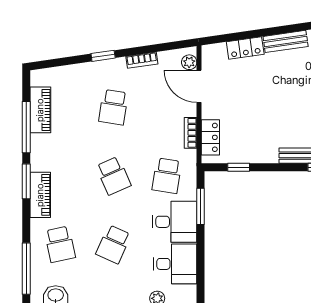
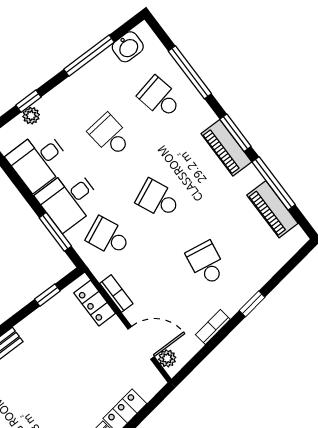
school desk: (167, 176) -> (108, 237), turned -33
piano: (40, 195) -> (226, 148), moved
school desk: (113, 244) -> (110, 135), turned -30
window: (26, 269) -> (190, 72), moved

